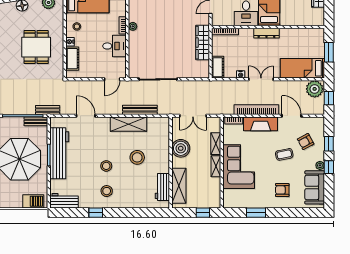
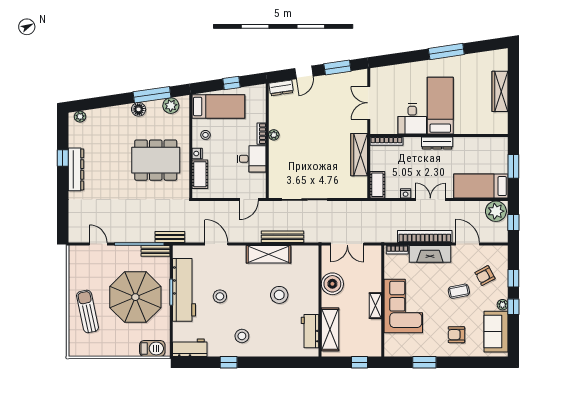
dining table: (36, 47) -> (156, 160), width x1.38
shelving: (216, 144) -> (375, 278), removed
stool: (106, 166) -> (220, 296), moved

